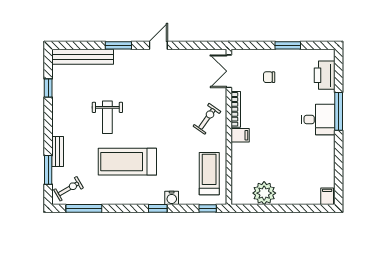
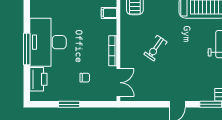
exercise bike: (207, 119) -> (155, 48), moved
desk: (318, 120) -> (48, 42), width x1.87, depth x1.30
filing cabinet: (240, 135) -> (109, 13), moved

